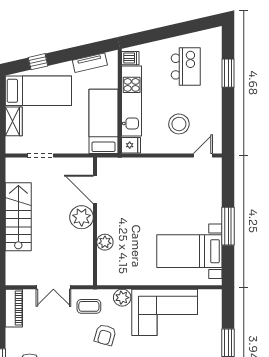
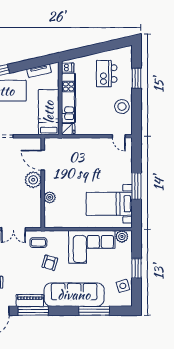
kitchen island: (186, 67) -> (107, 74), turned 180
stool: (179, 124) -> (122, 107), moved
door: (203, 155) -> (119, 136), swing flipped
plant: (122, 298) -> (122, 236), moved

